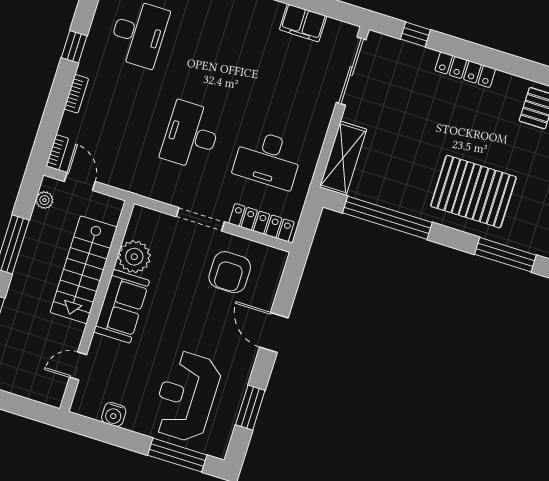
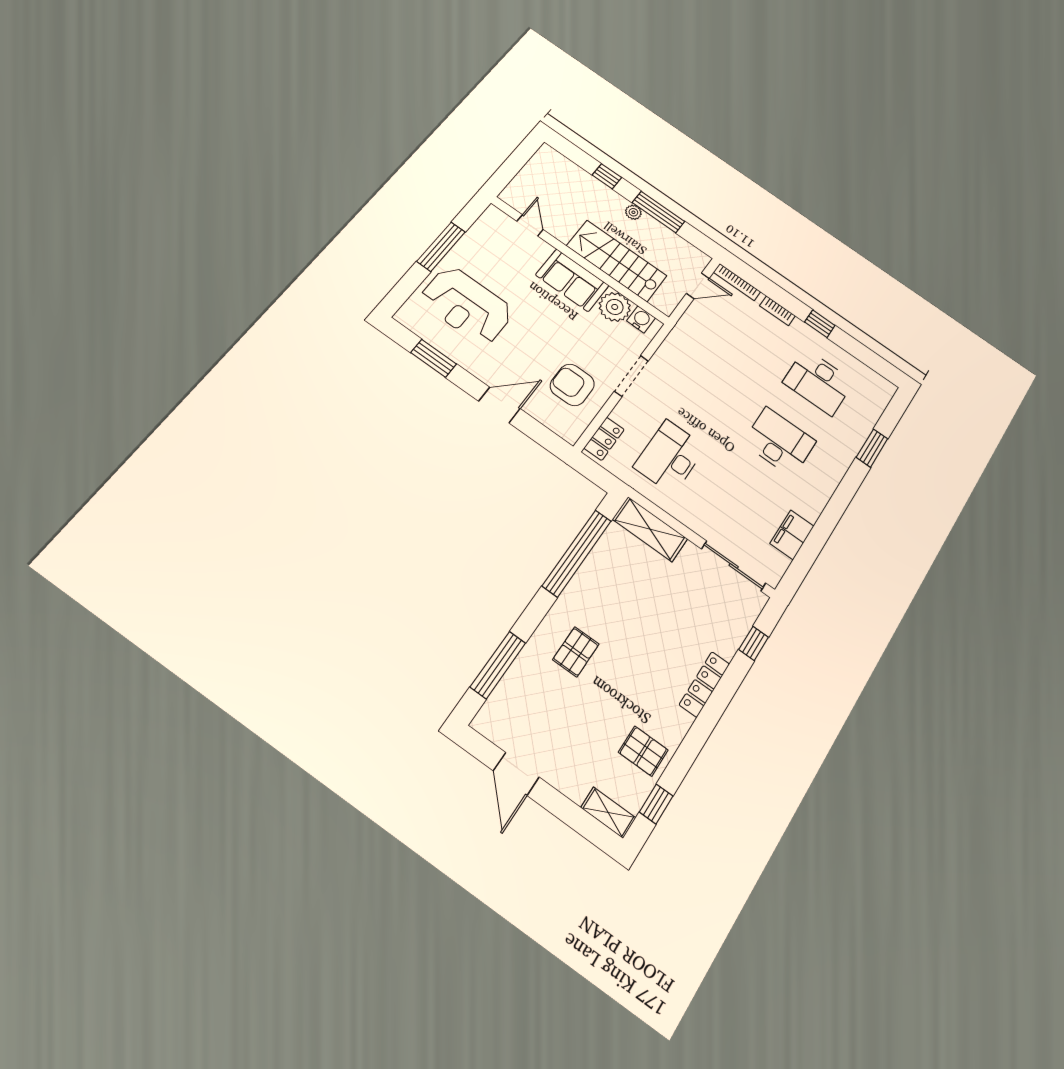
desk: (191, 135) -> (779, 442), moved
bookcase: (57, 152) -> (737, 282), width x1.56
pallet: (473, 192) -> (576, 652), width x0.49, depth x0.50
plant: (44, 200) -> (633, 212), moved
locker: (261, 223) -> (604, 439), width x0.66
reception desk: (186, 397) -> (467, 305), turned 180
water cooler: (114, 414) -> (641, 319), moved, turned 90
window: (177, 455) -> (441, 247), moved

